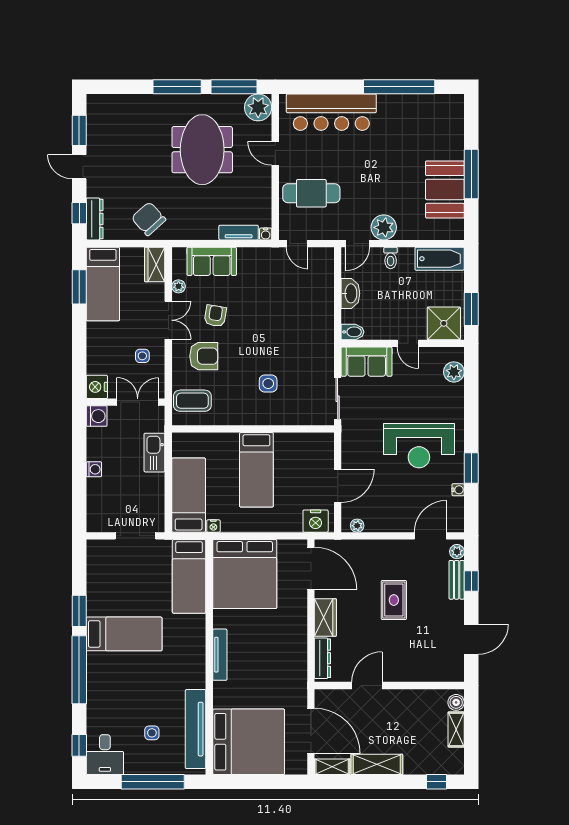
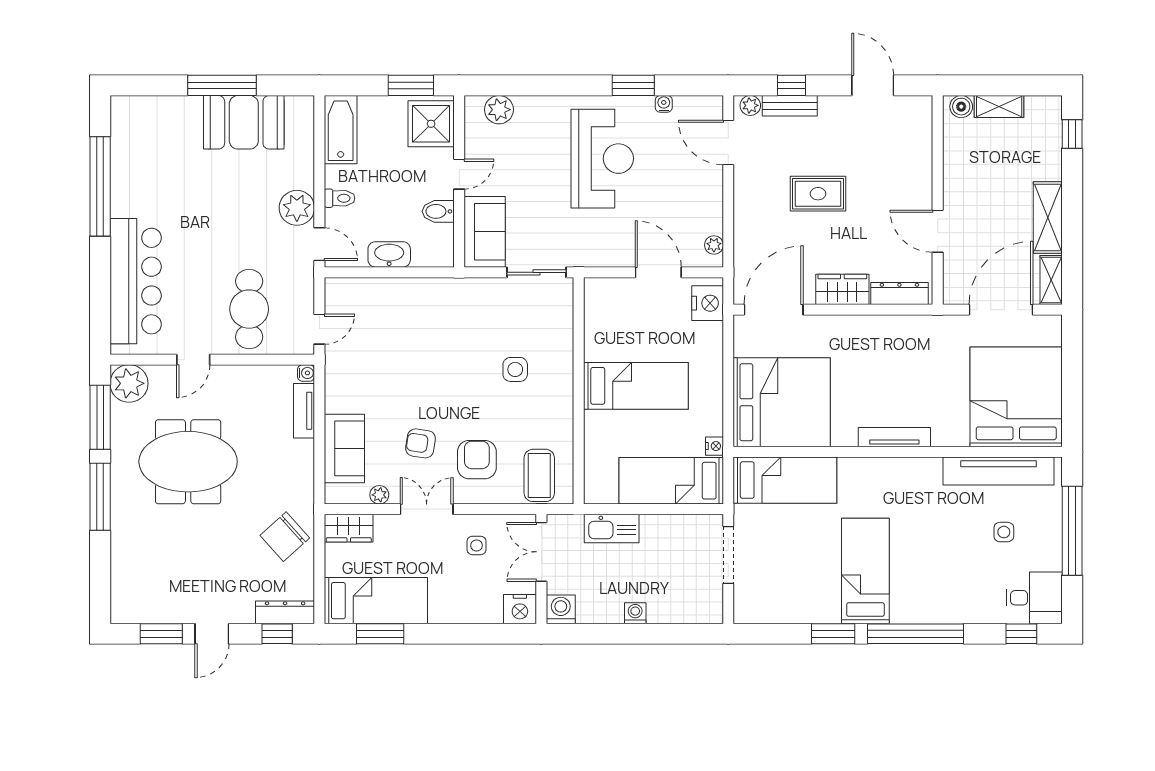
bidet: (353, 332) -> (438, 211), moved, turned -90

